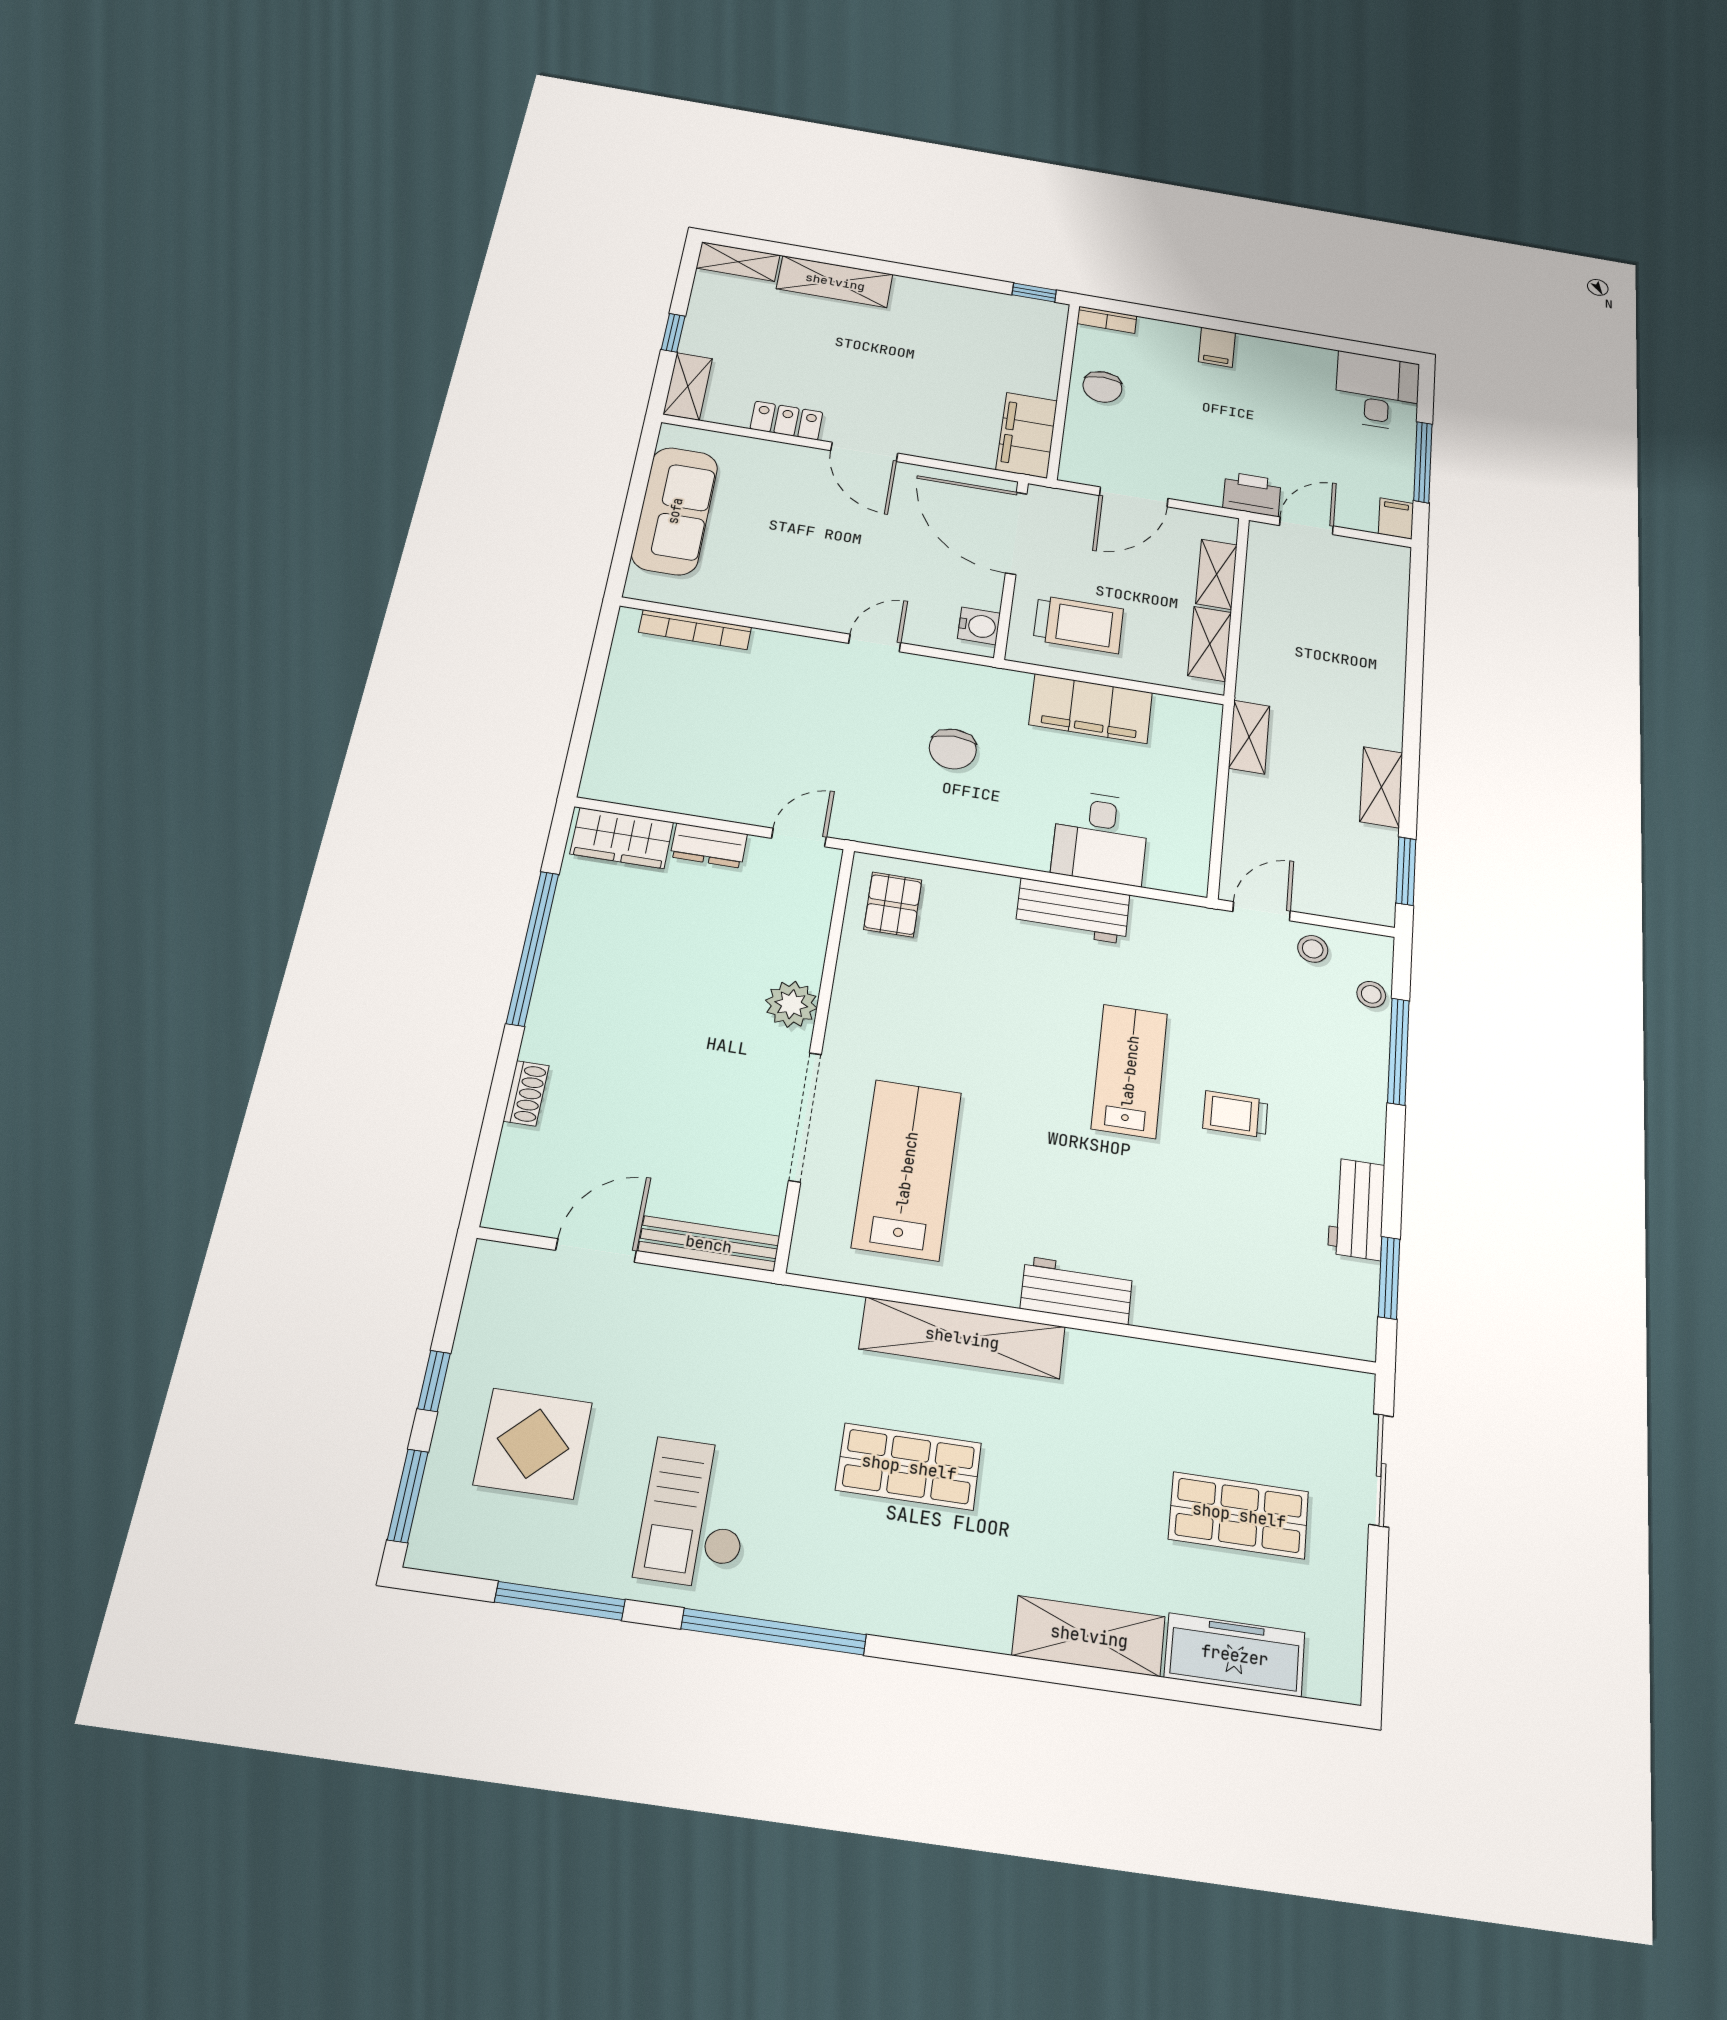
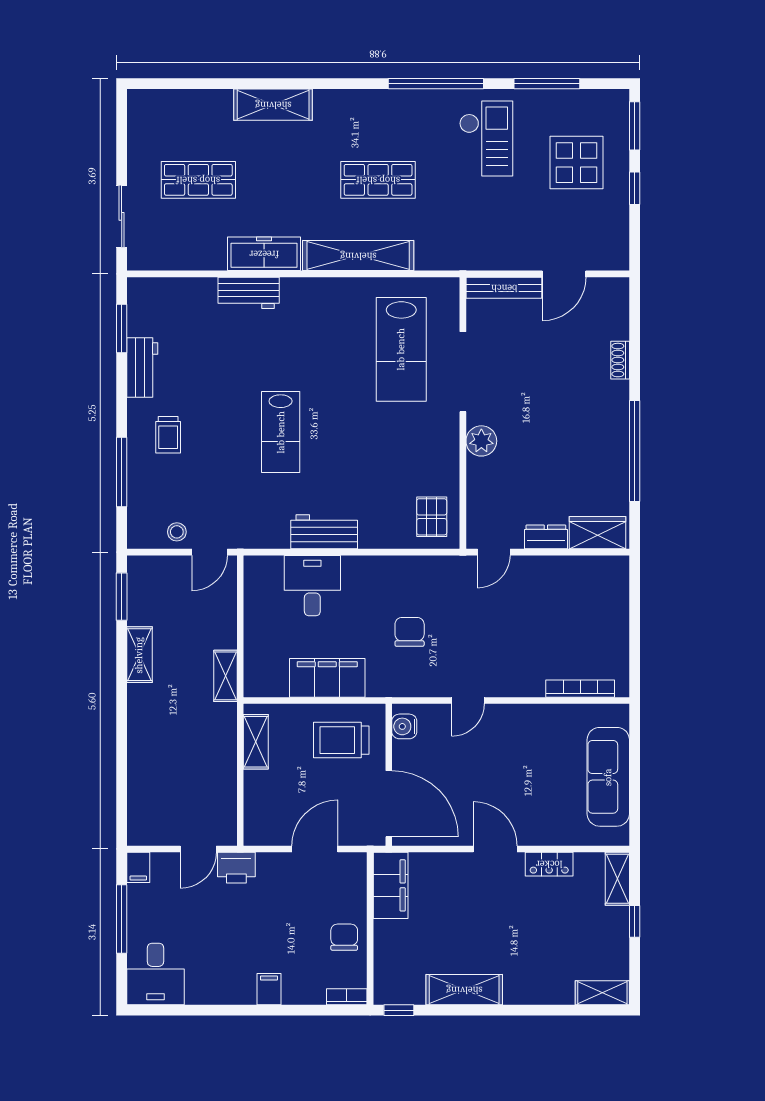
shelving: (835, 282) -> (464, 990), moved
shelving: (1217, 574) -> (255, 797), removed
stool: (1371, 994) -> (140, 507), removed
trolley: (1235, 1114) -> (168, 435), moved, turned 90
workbench: (1077, 1290) -> (249, 293), moved
freezer: (1235, 1655) -> (264, 254), moved, turned 180

